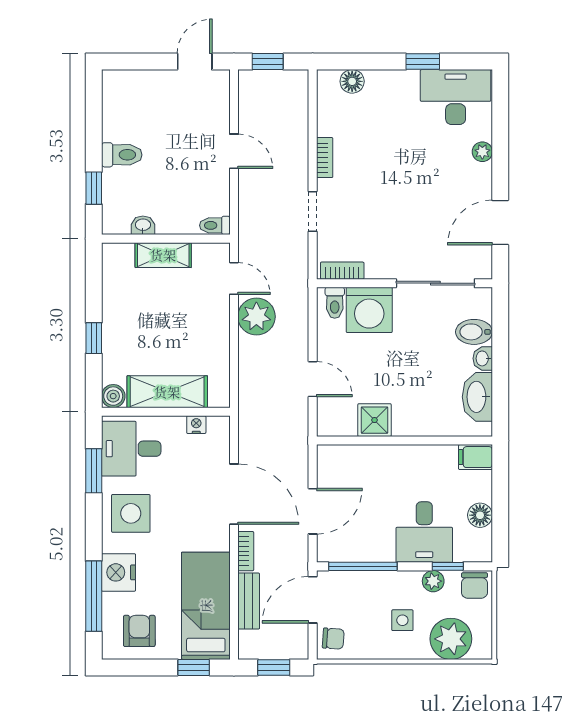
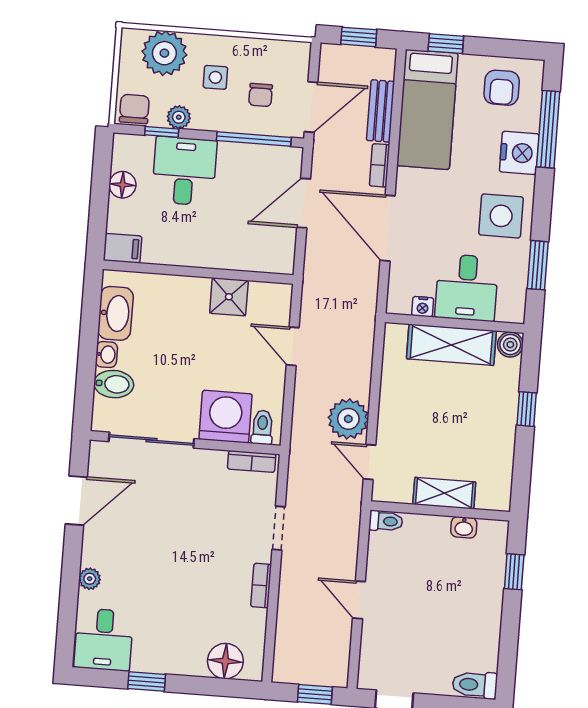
floor lamp: (352, 81) -> (225, 661), width x1.38, depth x1.38
desk: (456, 97) -> (104, 639), width x0.73
toilet: (122, 155) -> (475, 685), moved
desk: (131, 449) -> (467, 288), moved, turned 90
chair: (333, 639) -> (261, 95), moved, turned -94

